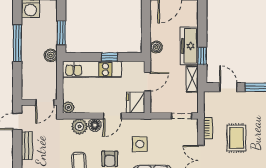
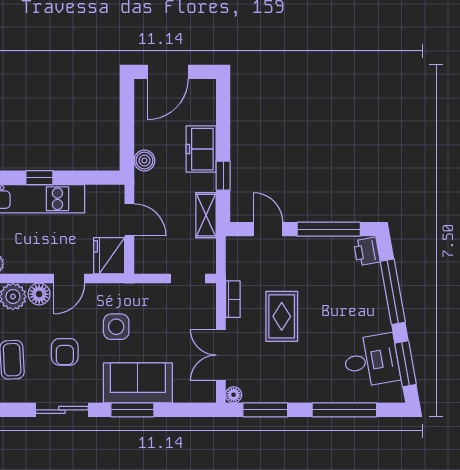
freezer: (189, 46) -> (201, 149), width x0.71
window: (110, 57) -> (39, 178), moved
door: (147, 82) -> (129, 220), hinge flipped

